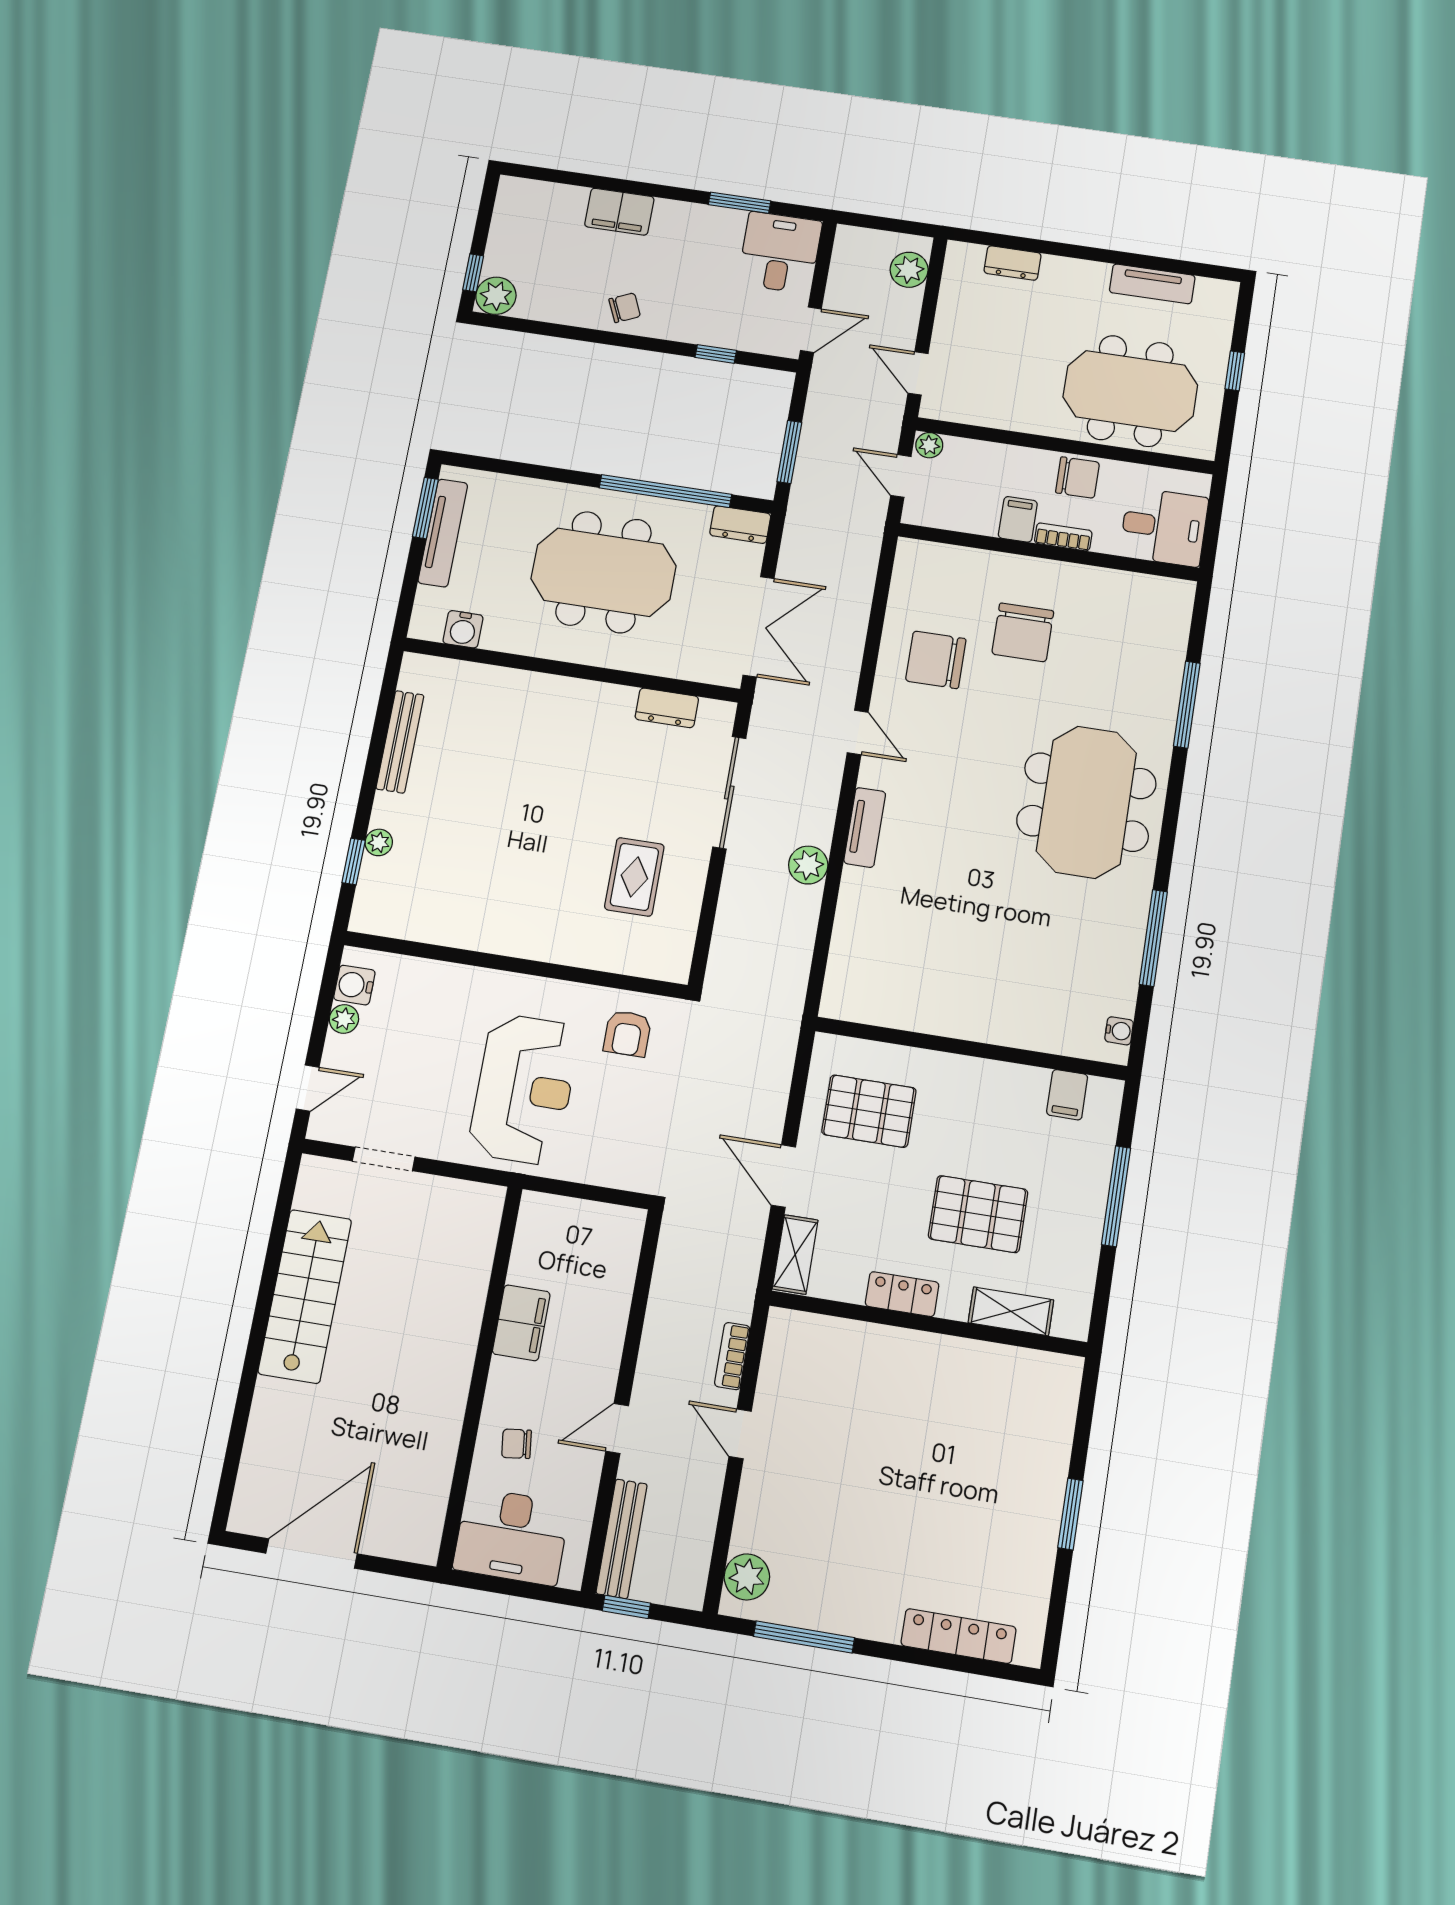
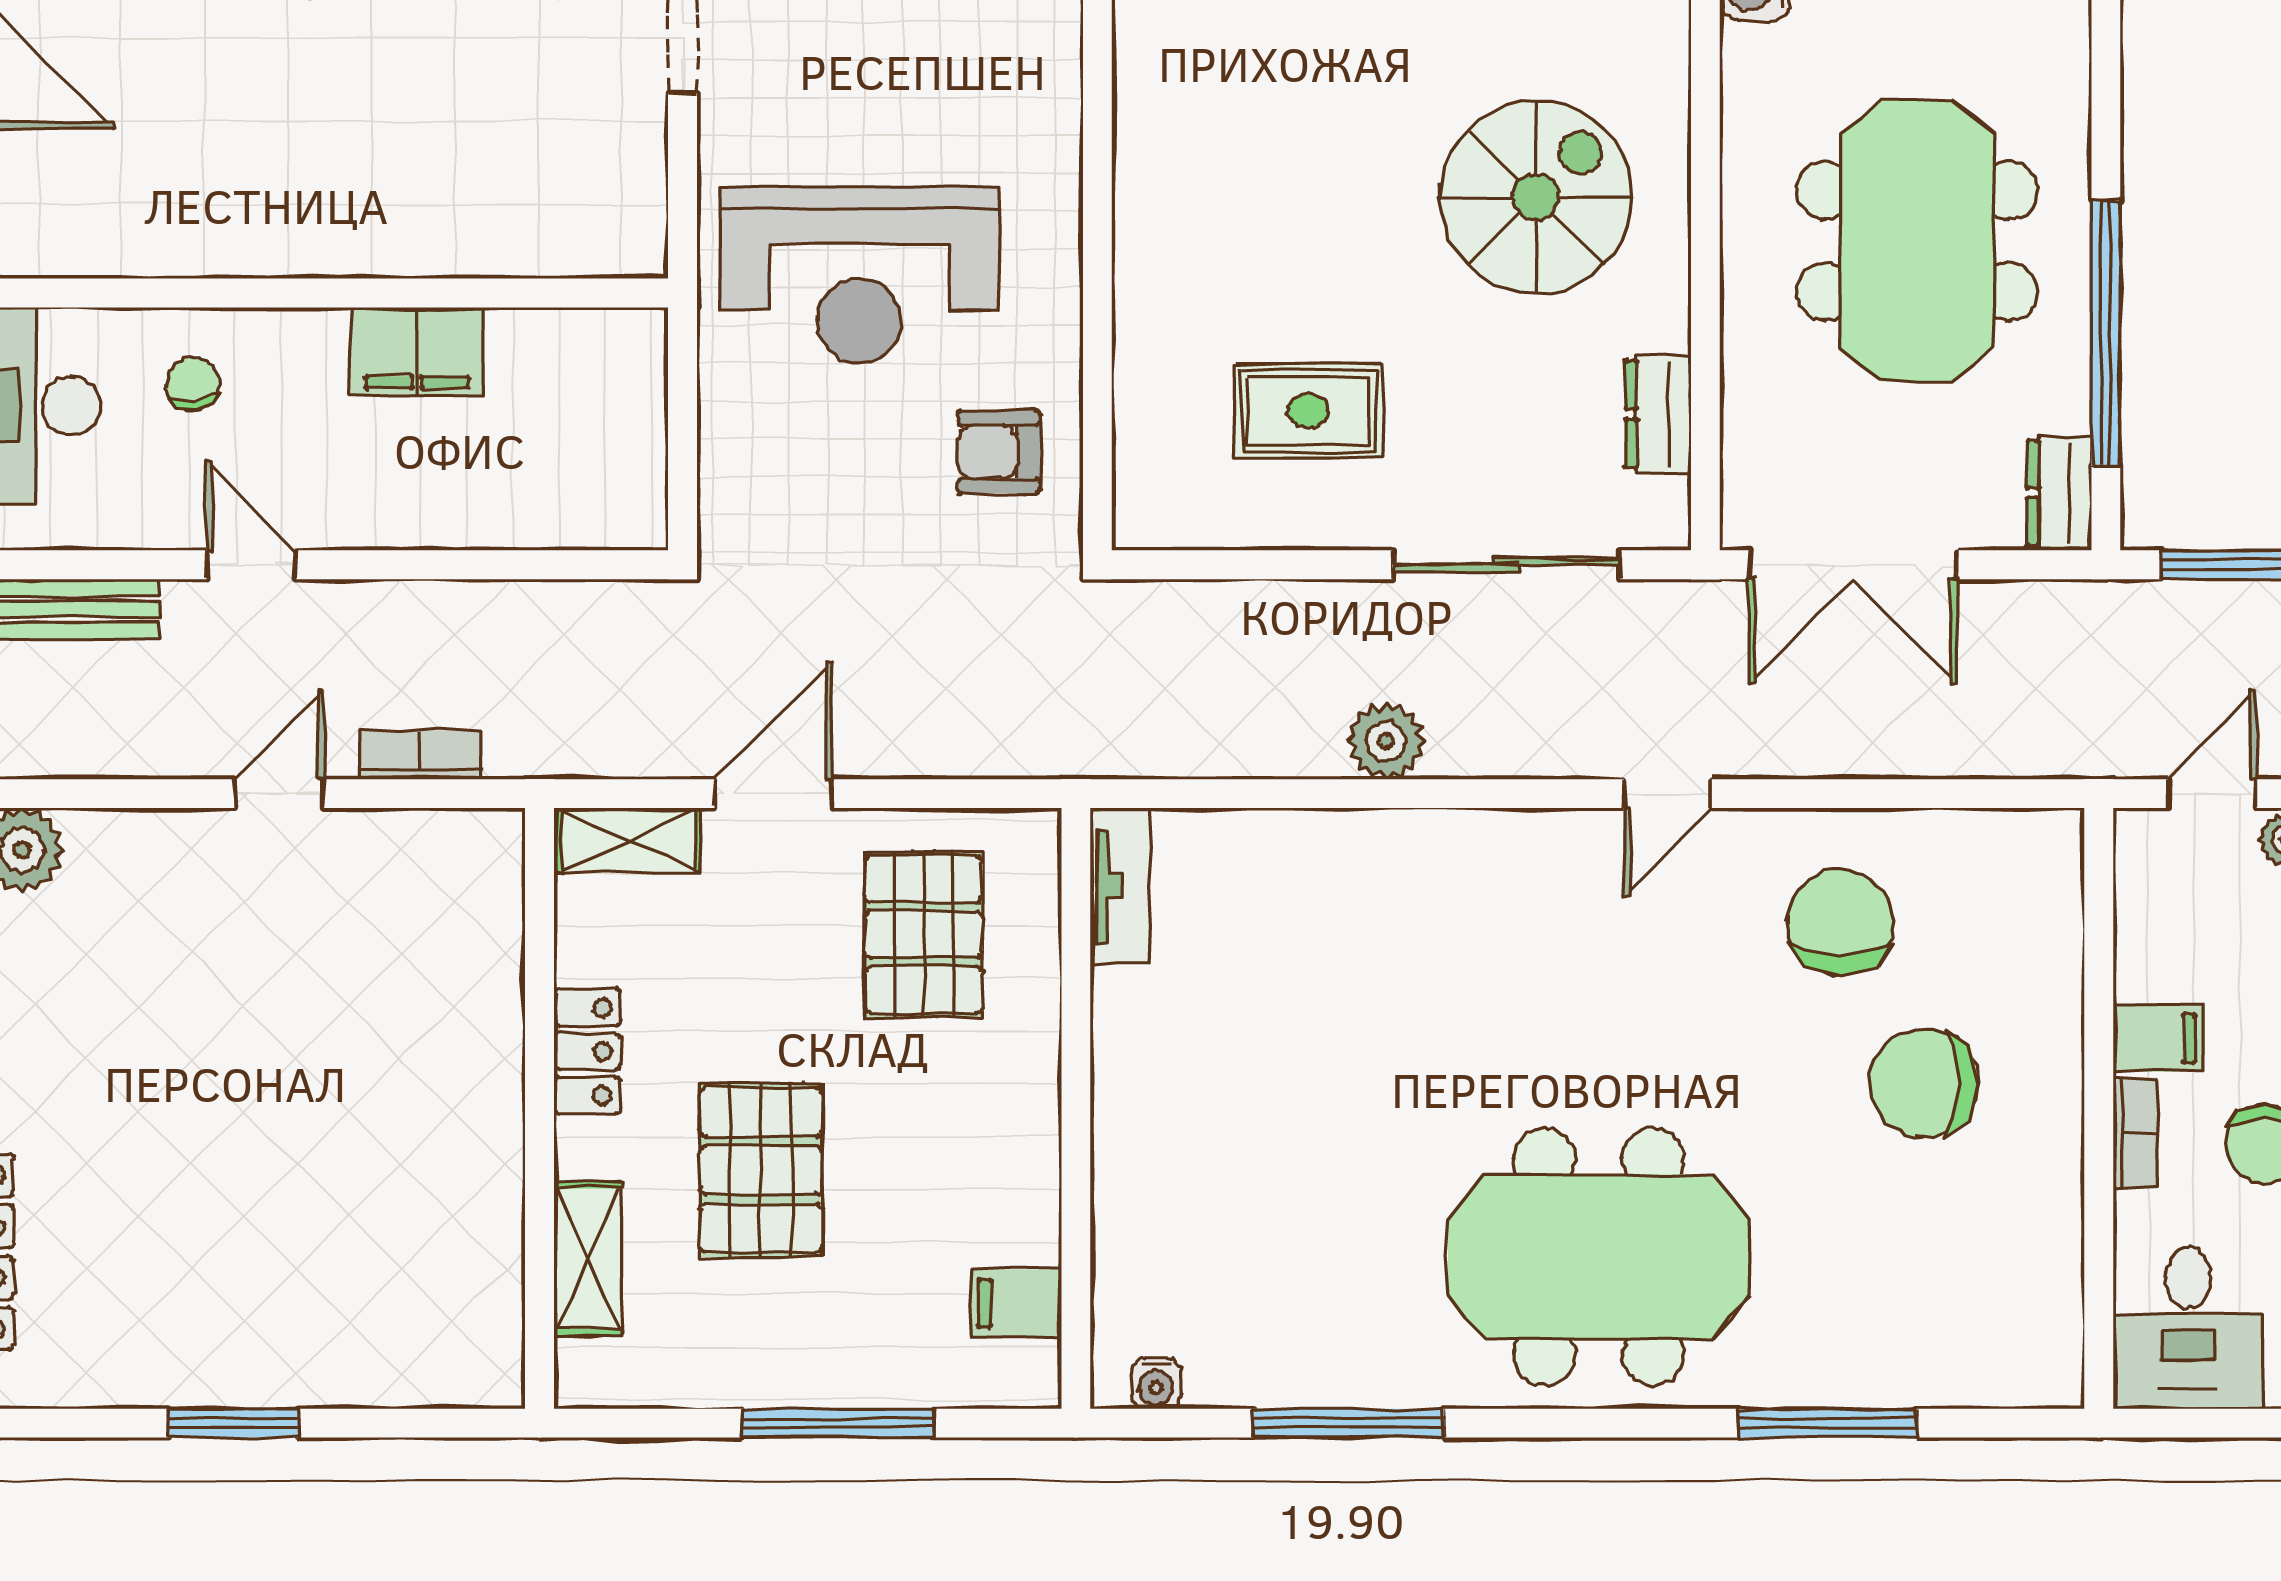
spiral stairs: (548, 750) -> (1536, 197), added
tv unit: (865, 827) -> (1120, 886), moved, turned -90

